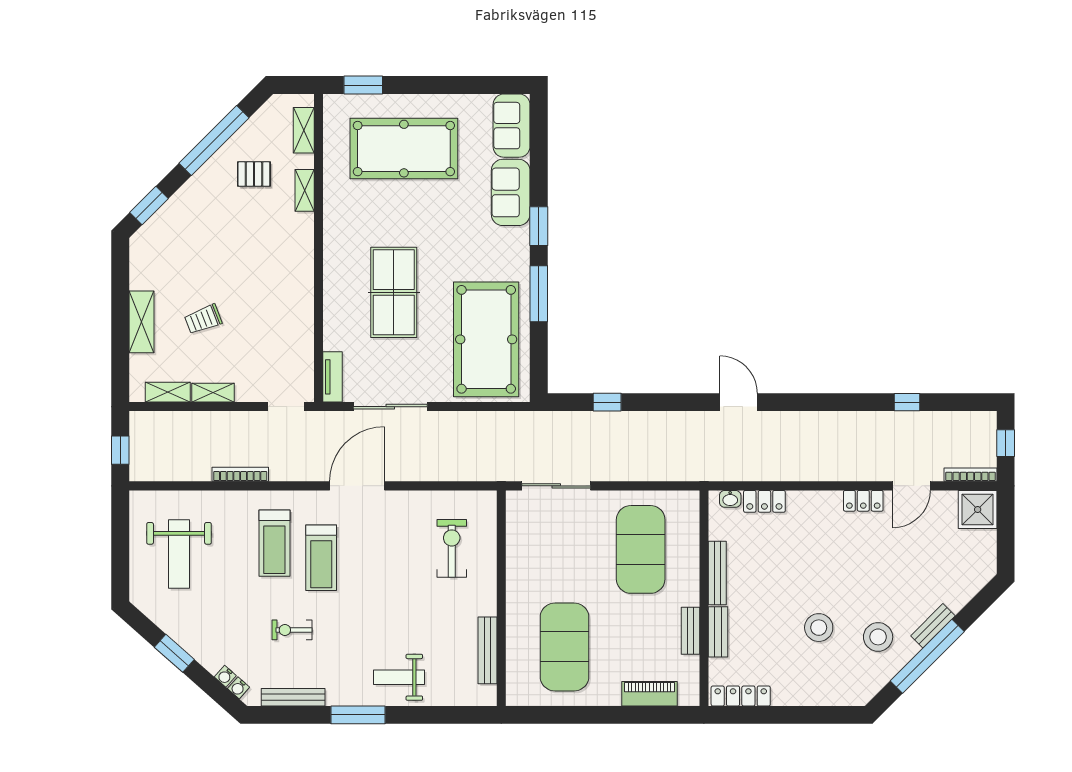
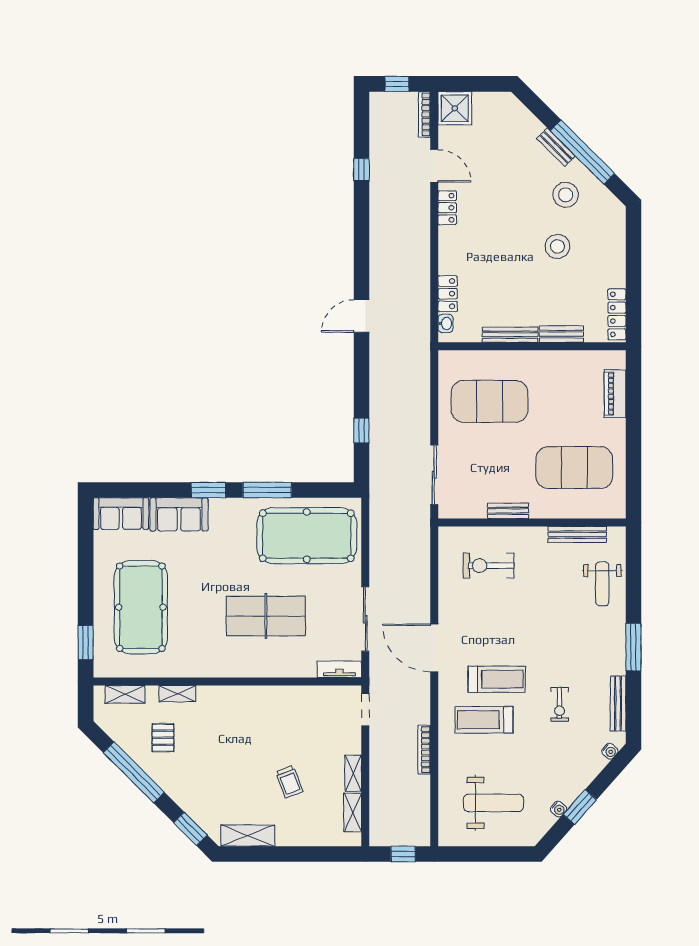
shelving: (141, 322) -> (248, 835), moved
treadmill: (274, 543) -> (484, 720), turned 180
bench: (690, 631) -> (508, 511), moved
water cooler: (225, 676) -> (558, 809), moved
weight bench: (399, 677) -> (602, 584), moved

